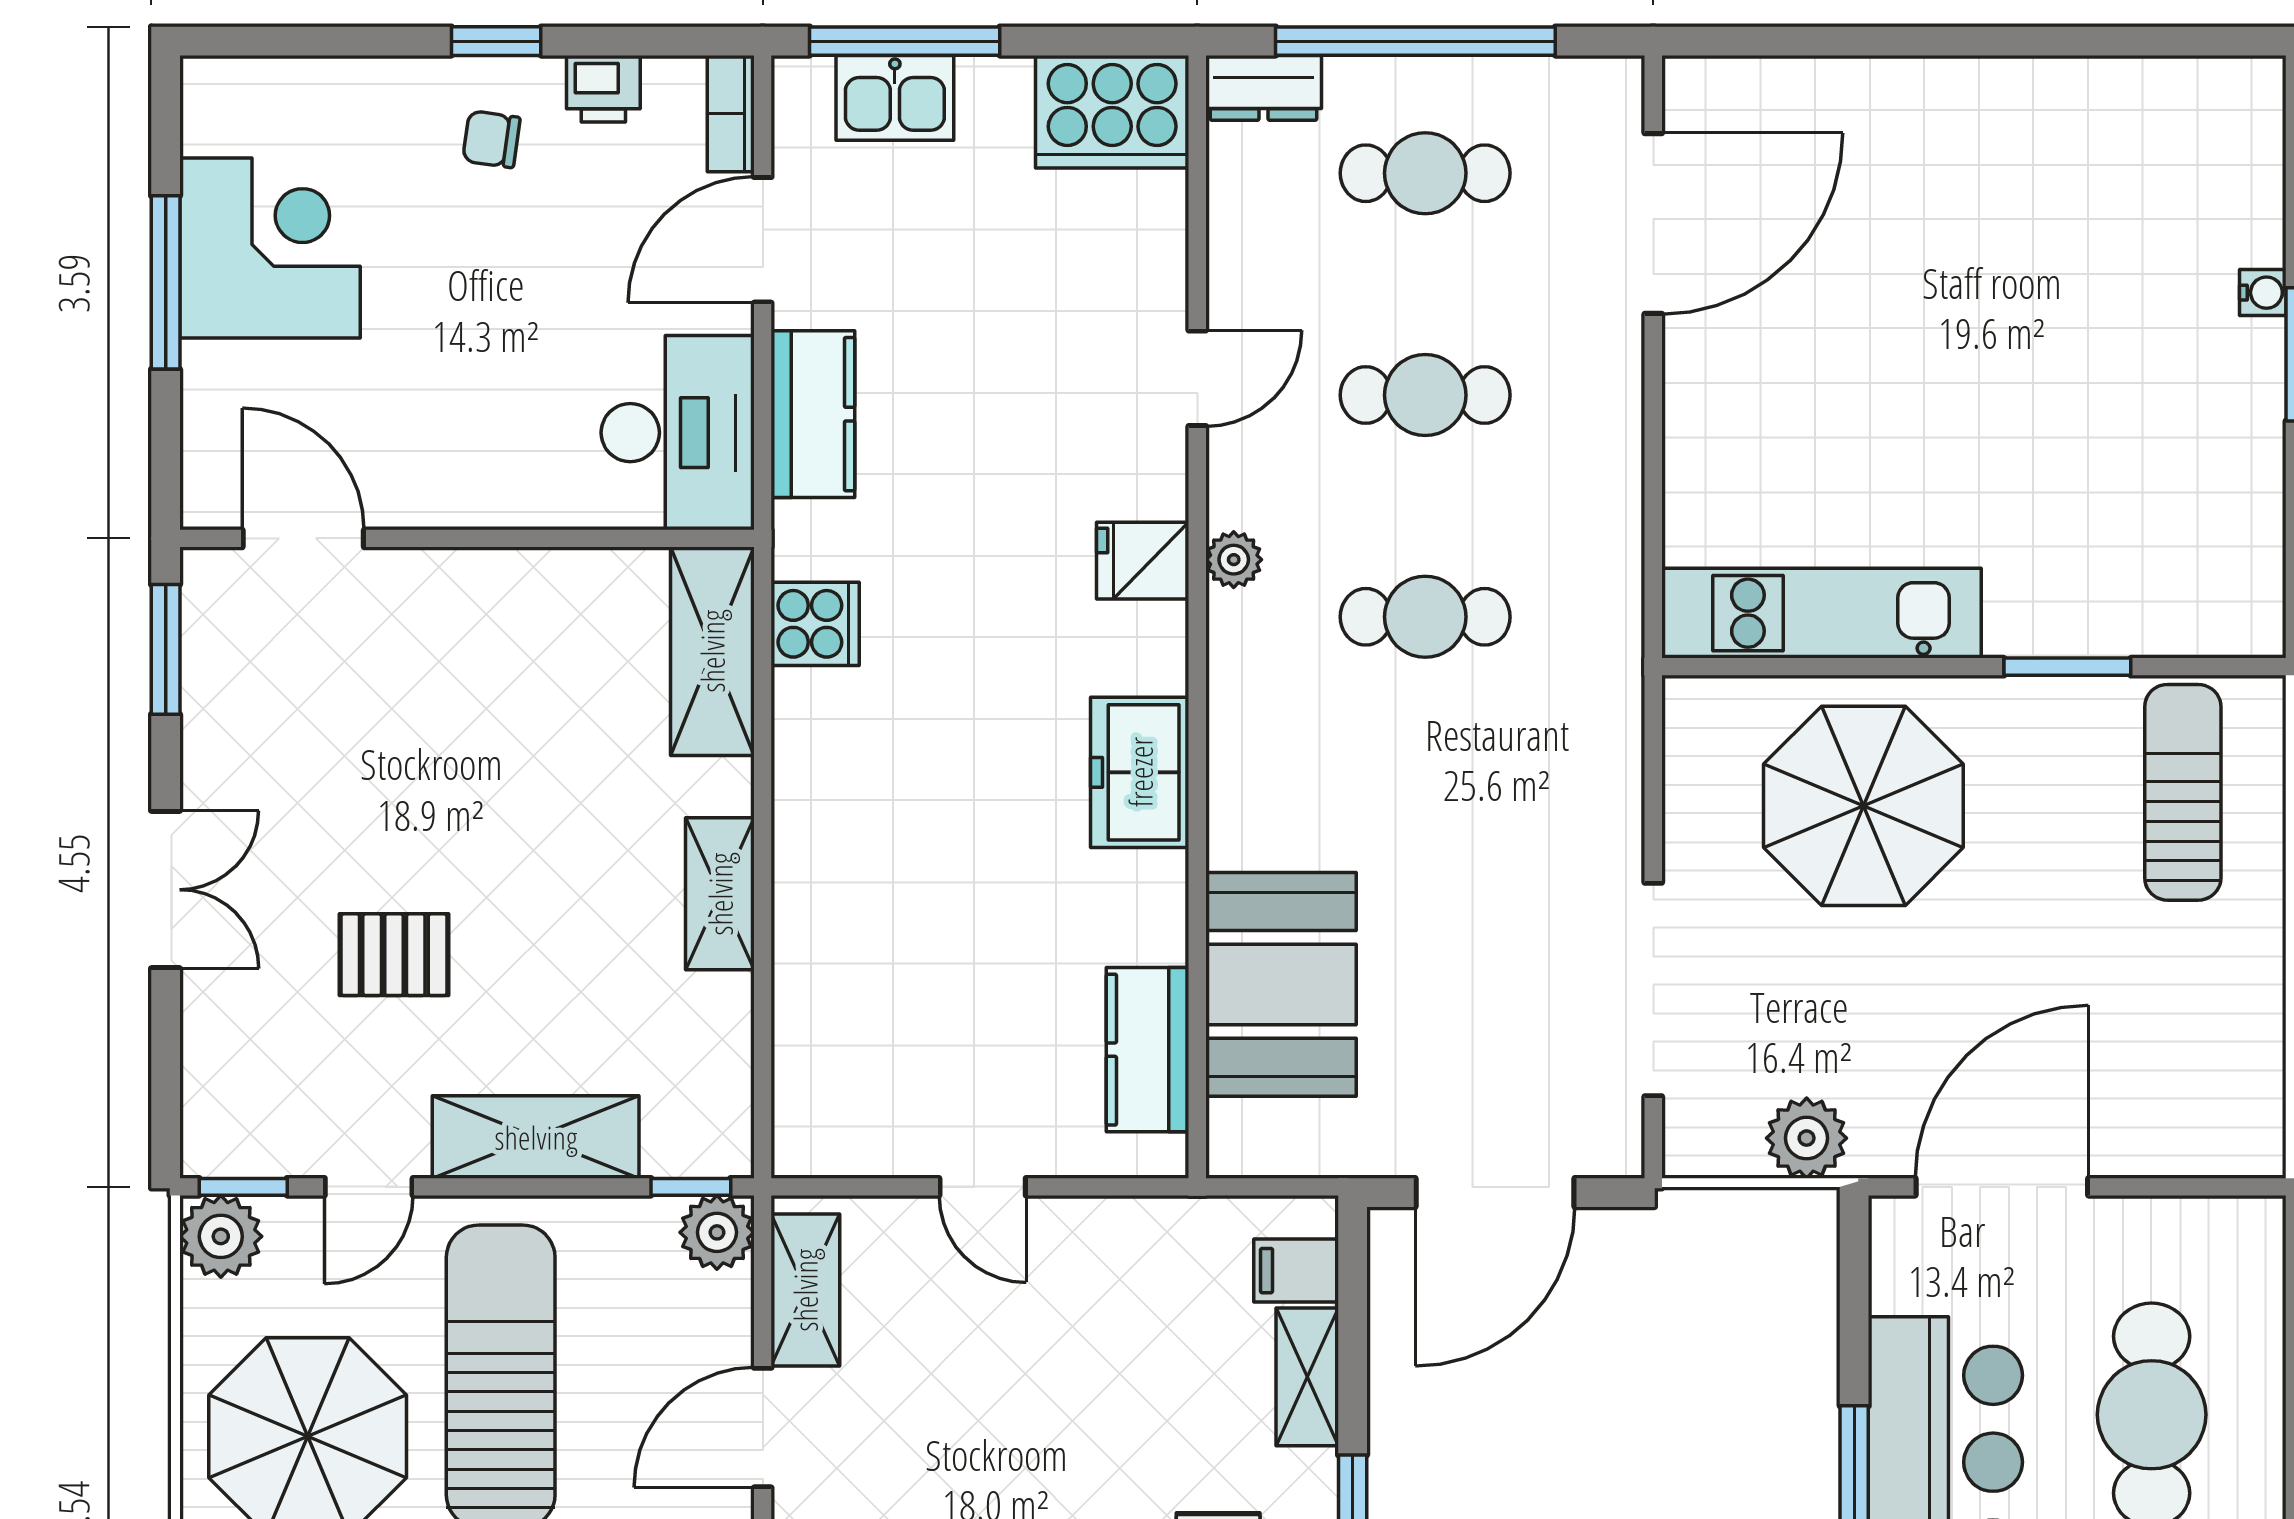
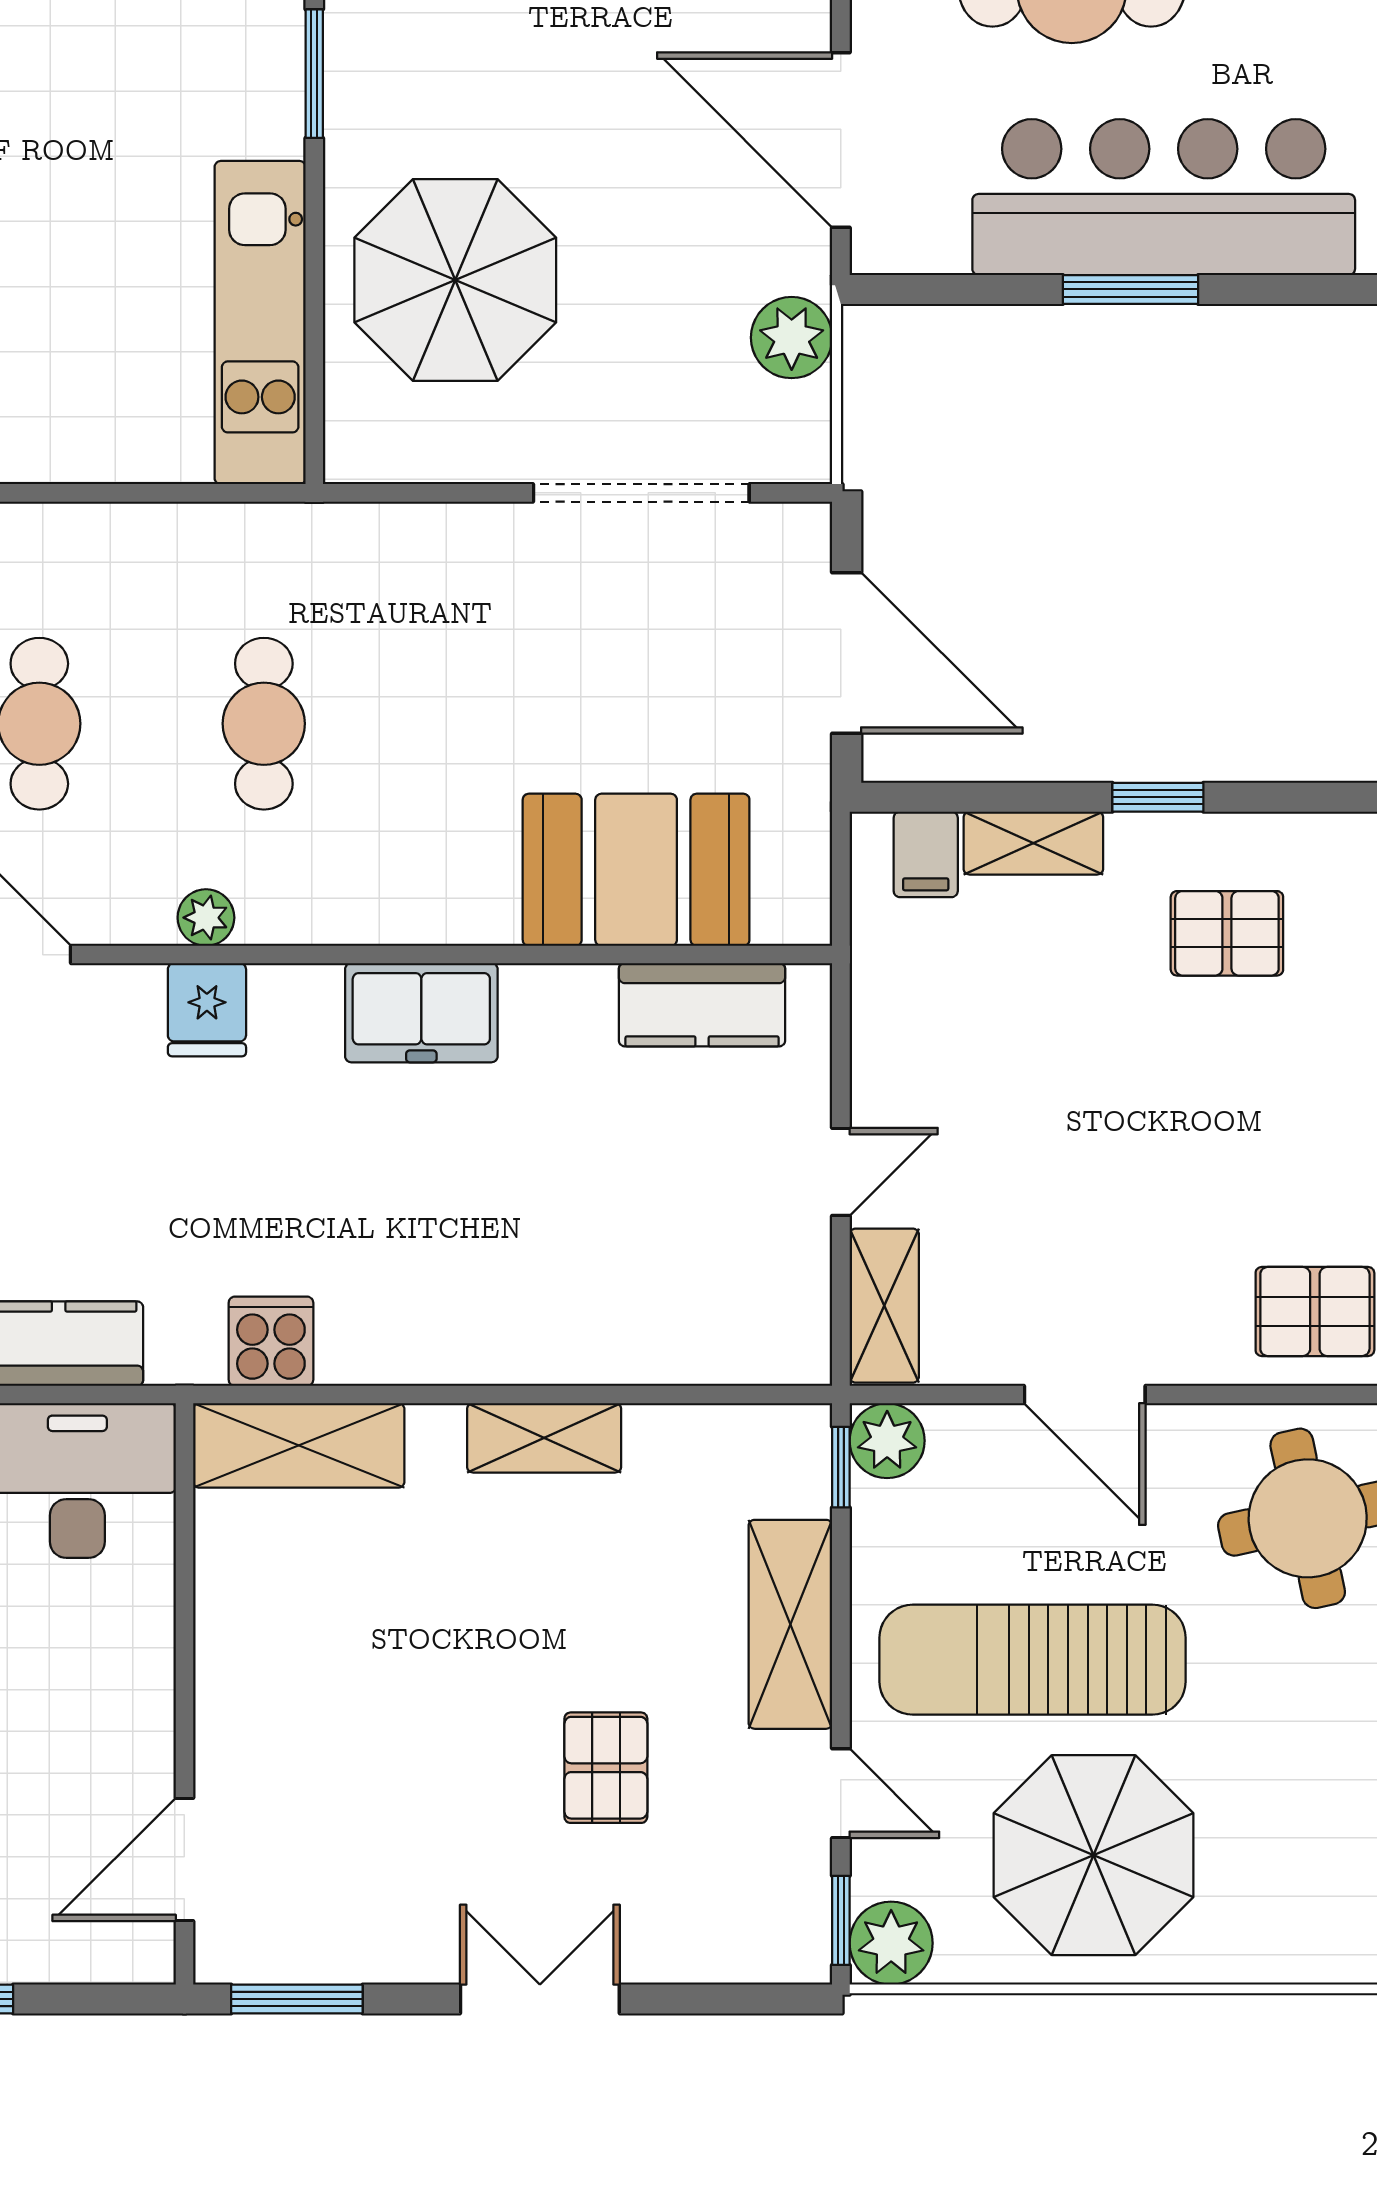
shelving: (805, 1290) -> (884, 1306), moved, turned 90

